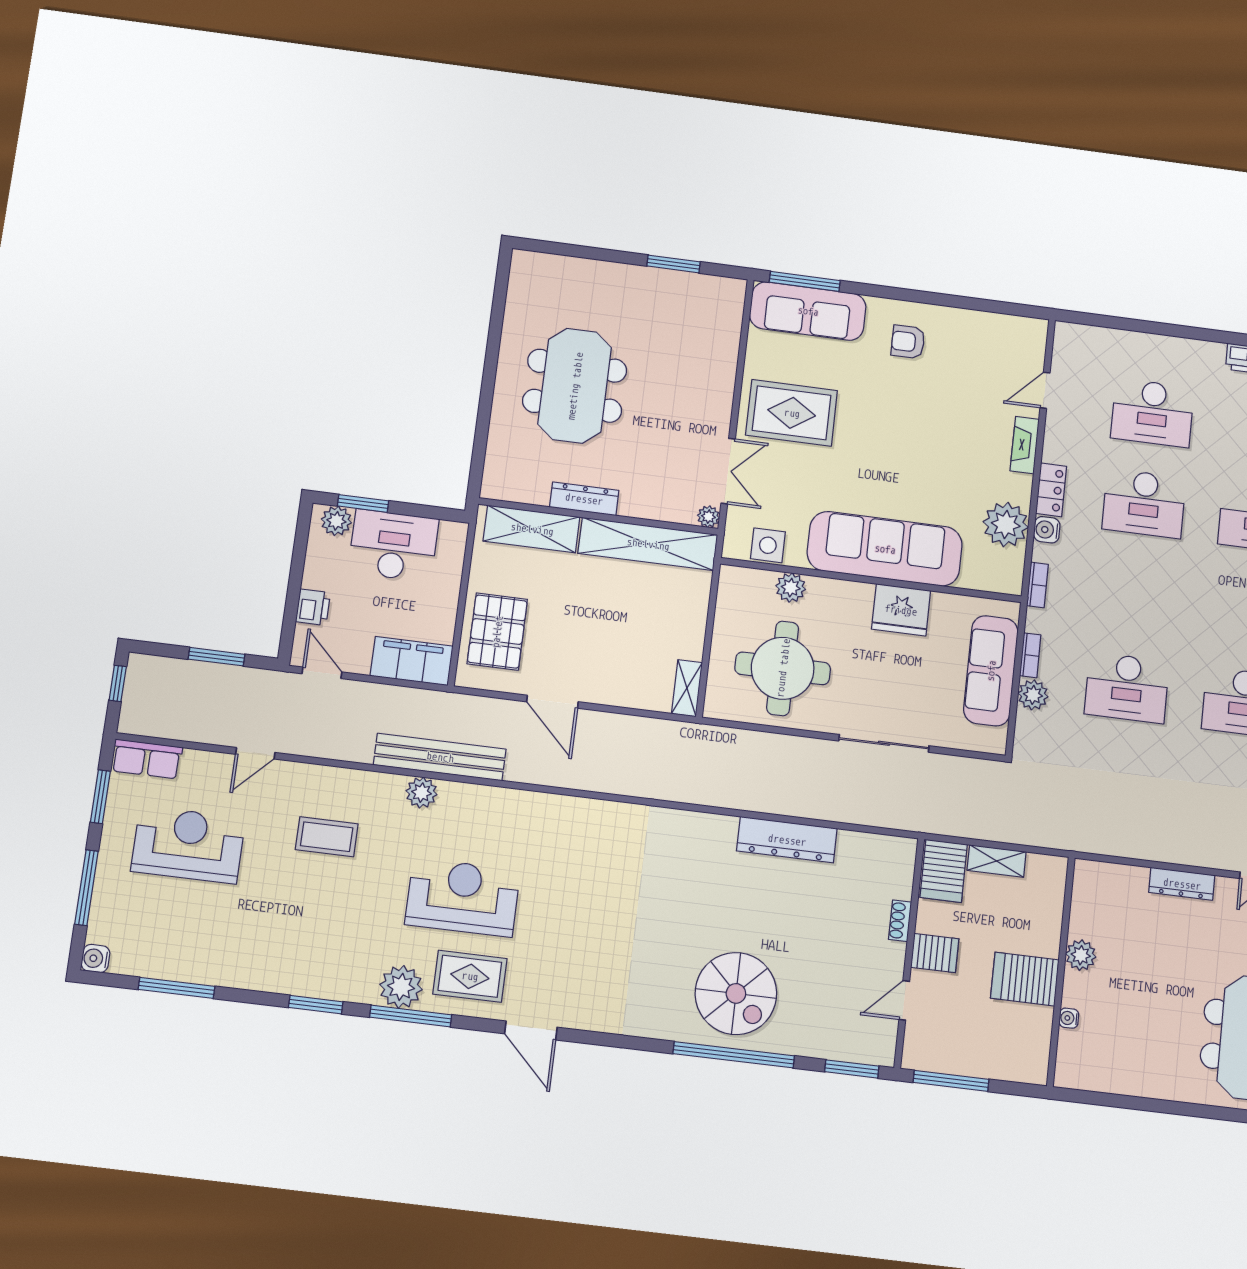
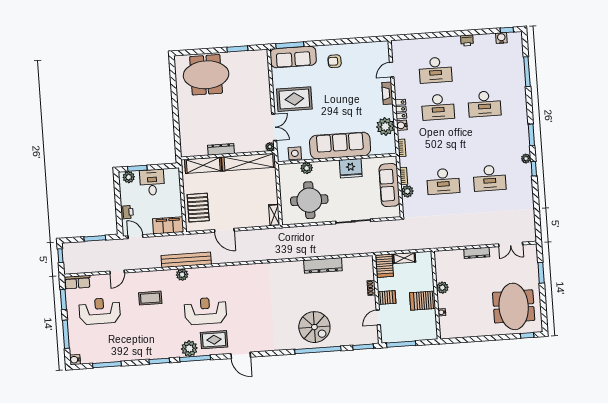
meeting table: (575, 386) -> (206, 75), moved, turned 90
desk: (393, 545) -> (152, 182), width x0.73

